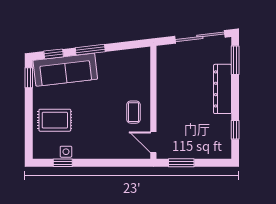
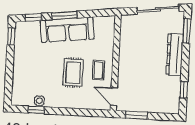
sofa: (65, 70) -> (67, 30), moved
rug: (55, 120) -> (73, 73), moved, turned 90

